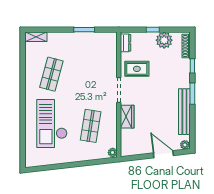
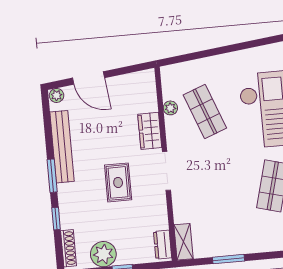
shelving: (112, 43) -> (184, 242), added
rug: (137, 69) -> (118, 182), moved, turned 90
shop shelf: (91, 126) -> (205, 112), turned -30
plant: (113, 153) -> (170, 108), moved

